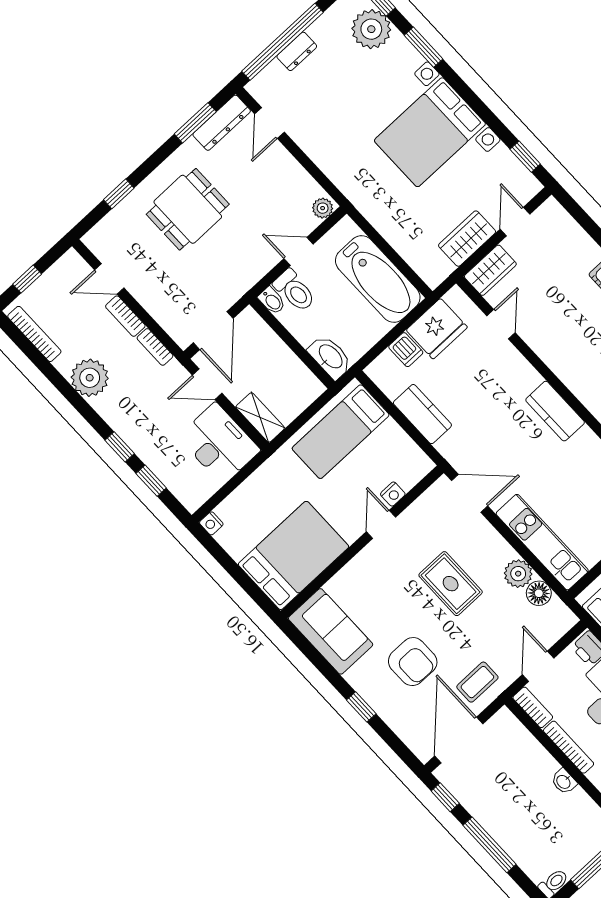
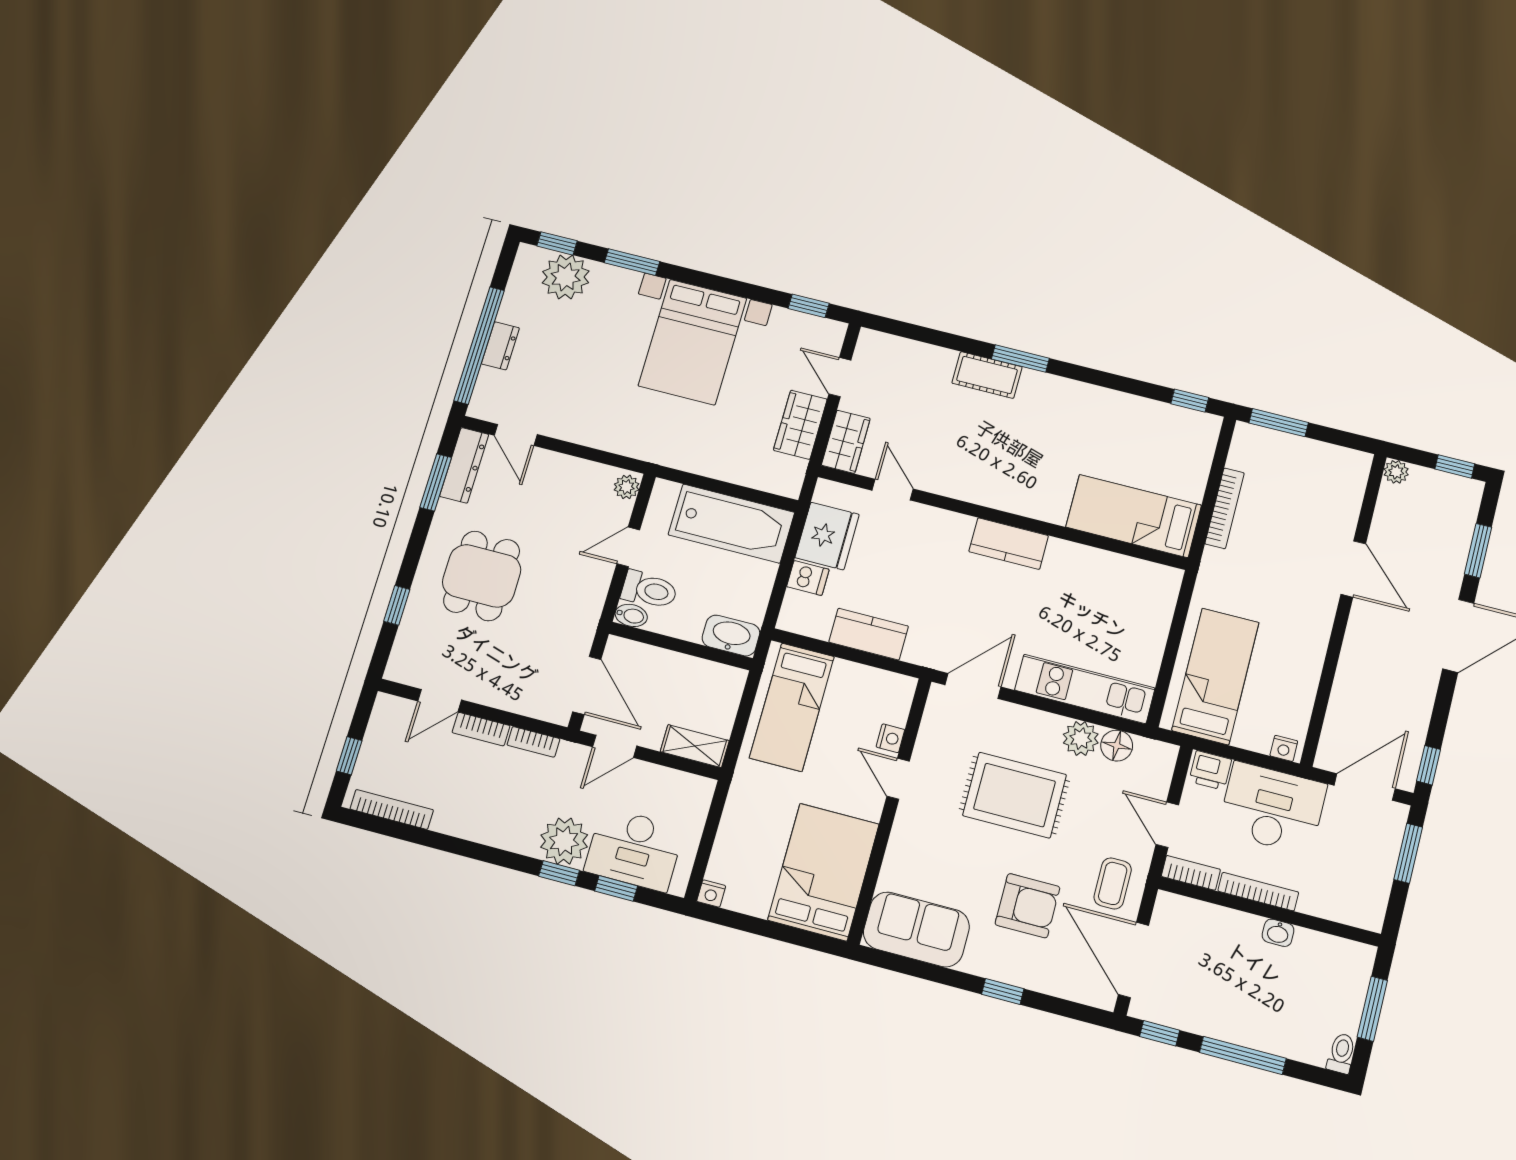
plant: (90, 378) -> (564, 841), moved
desk: (219, 444) -> (634, 849), moved, turned 180
rug: (451, 584) -> (1015, 795), width x1.36, depth x1.43

